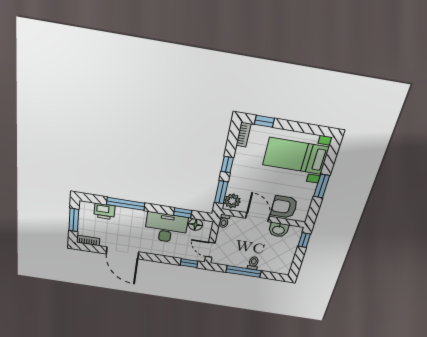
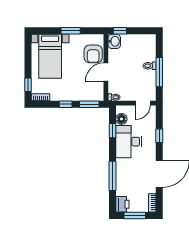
plant: (232, 201) -> (95, 94), removed
printer: (104, 211) -> (122, 204), moved
washbasin: (279, 230) -> (114, 41), moved
window: (189, 263) -> (159, 136), moved

